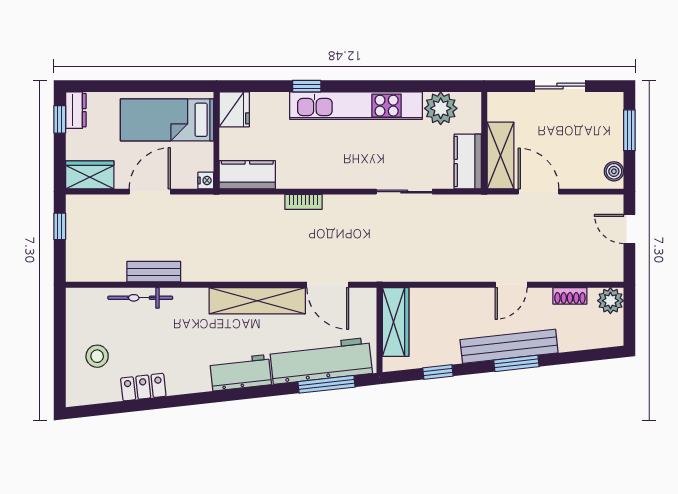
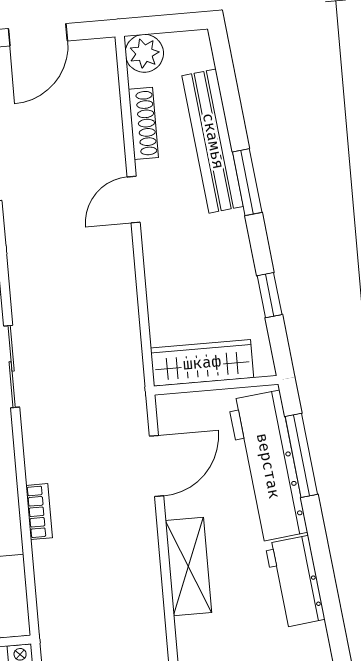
door: (629, 229) -> (38, 35), width x1.38
door: (511, 285) -> (134, 200), swing flipped
shoe rack: (570, 296) -> (143, 123), width x1.43
shelving: (257, 301) -> (188, 566), width x0.68
bench: (509, 346) -> (213, 141), moved

